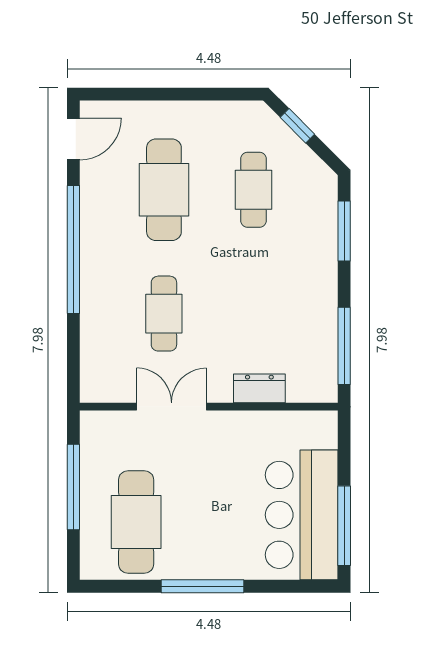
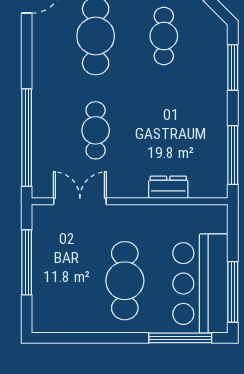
window: (73, 250) -> (27, 138), moved
double door: (172, 407) -> (80, 201), moved
cafe table: (136, 522) -> (125, 281), moved
window: (202, 586) -> (180, 338), moved

